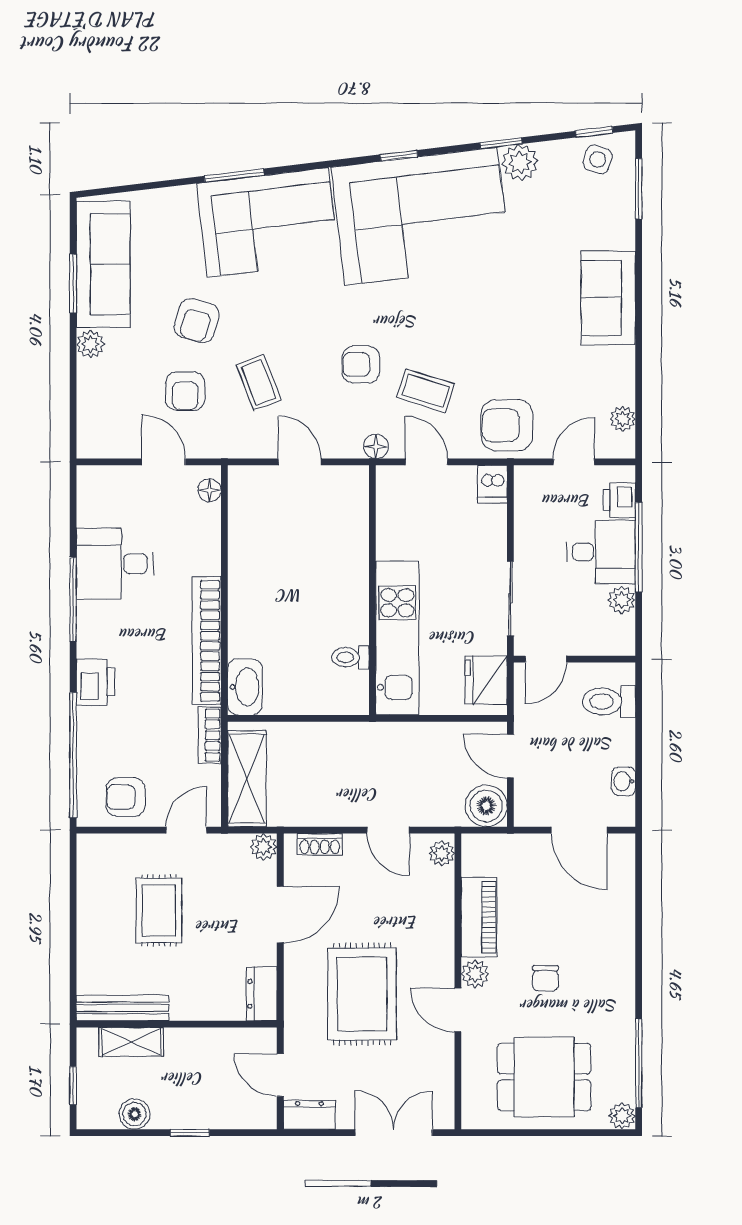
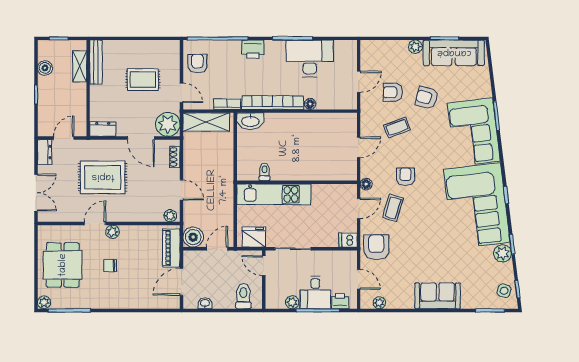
floor lamp: (209, 490) -> (310, 104), moved
desk: (115, 564) -> (310, 58), width x1.37
door: (388, 830) -> (181, 190), swing flipped
plant: (264, 847) -> (168, 124), width x1.88, depth x1.88
piano: (479, 917) -> (171, 248), moved, turned 90

